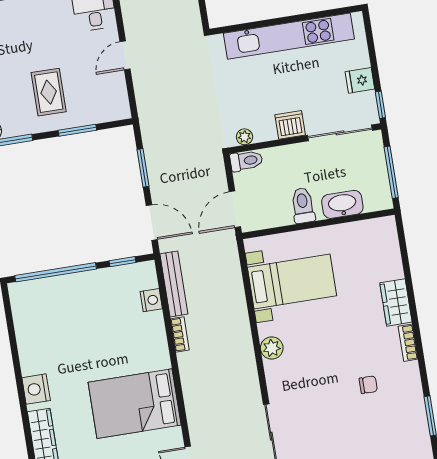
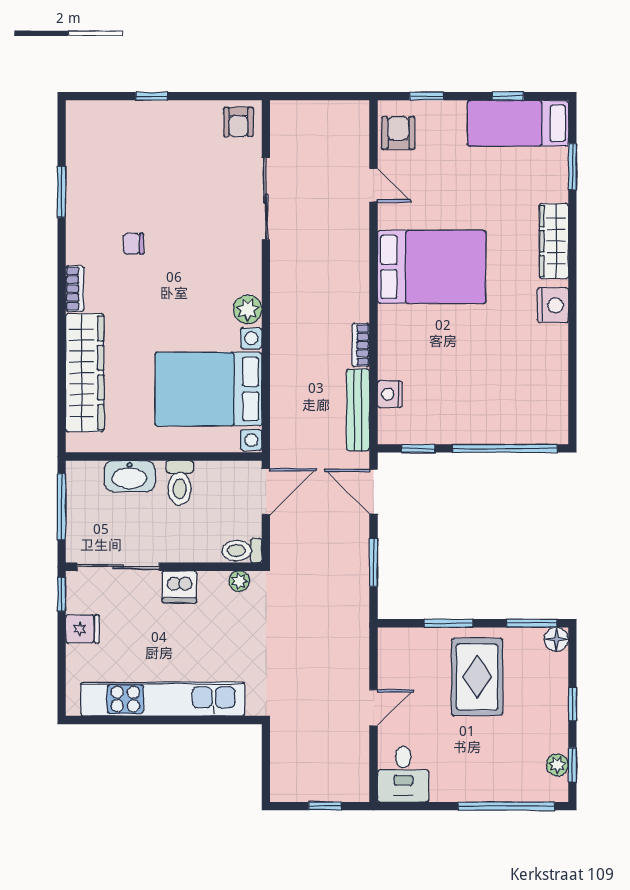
rug: (49, 92) -> (477, 677), width x1.36, depth x1.43
bed with nightstands: (292, 281) -> (209, 389), width x1.36
wardrobe: (396, 302) -> (85, 373), width x2.10, depth x1.17

